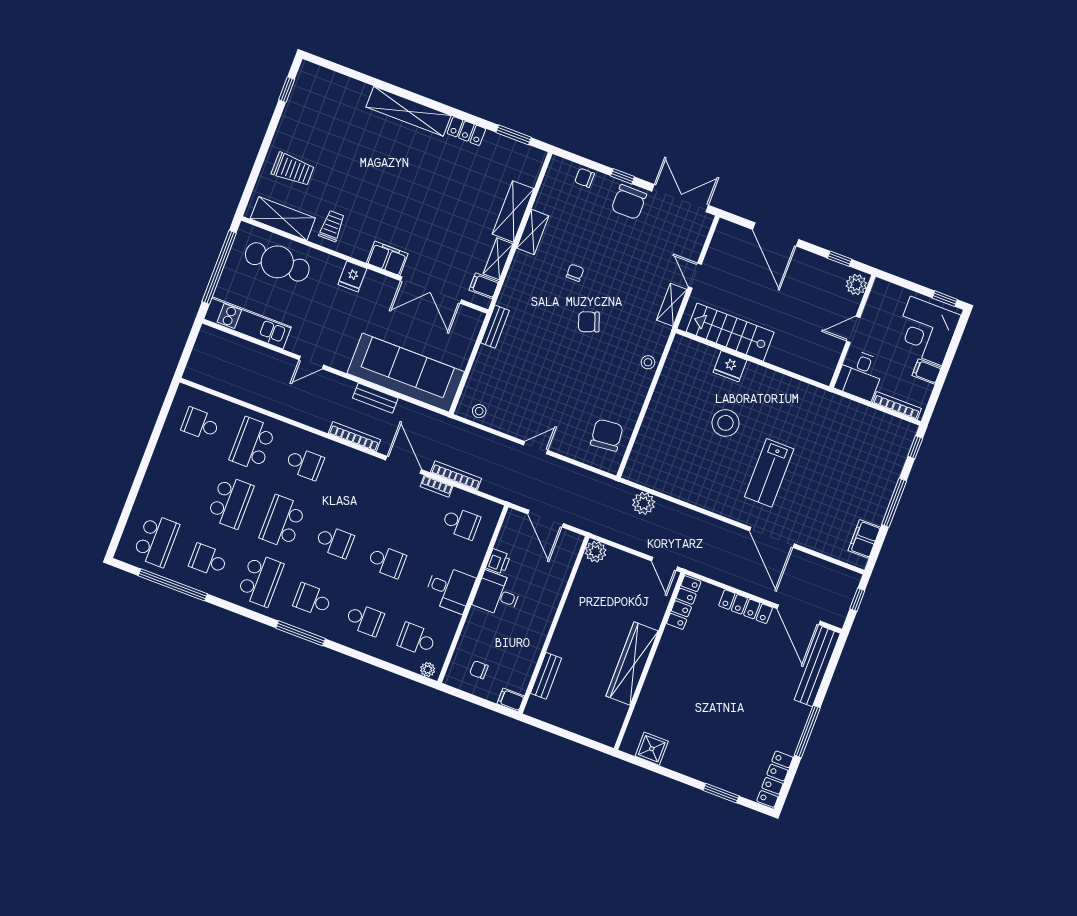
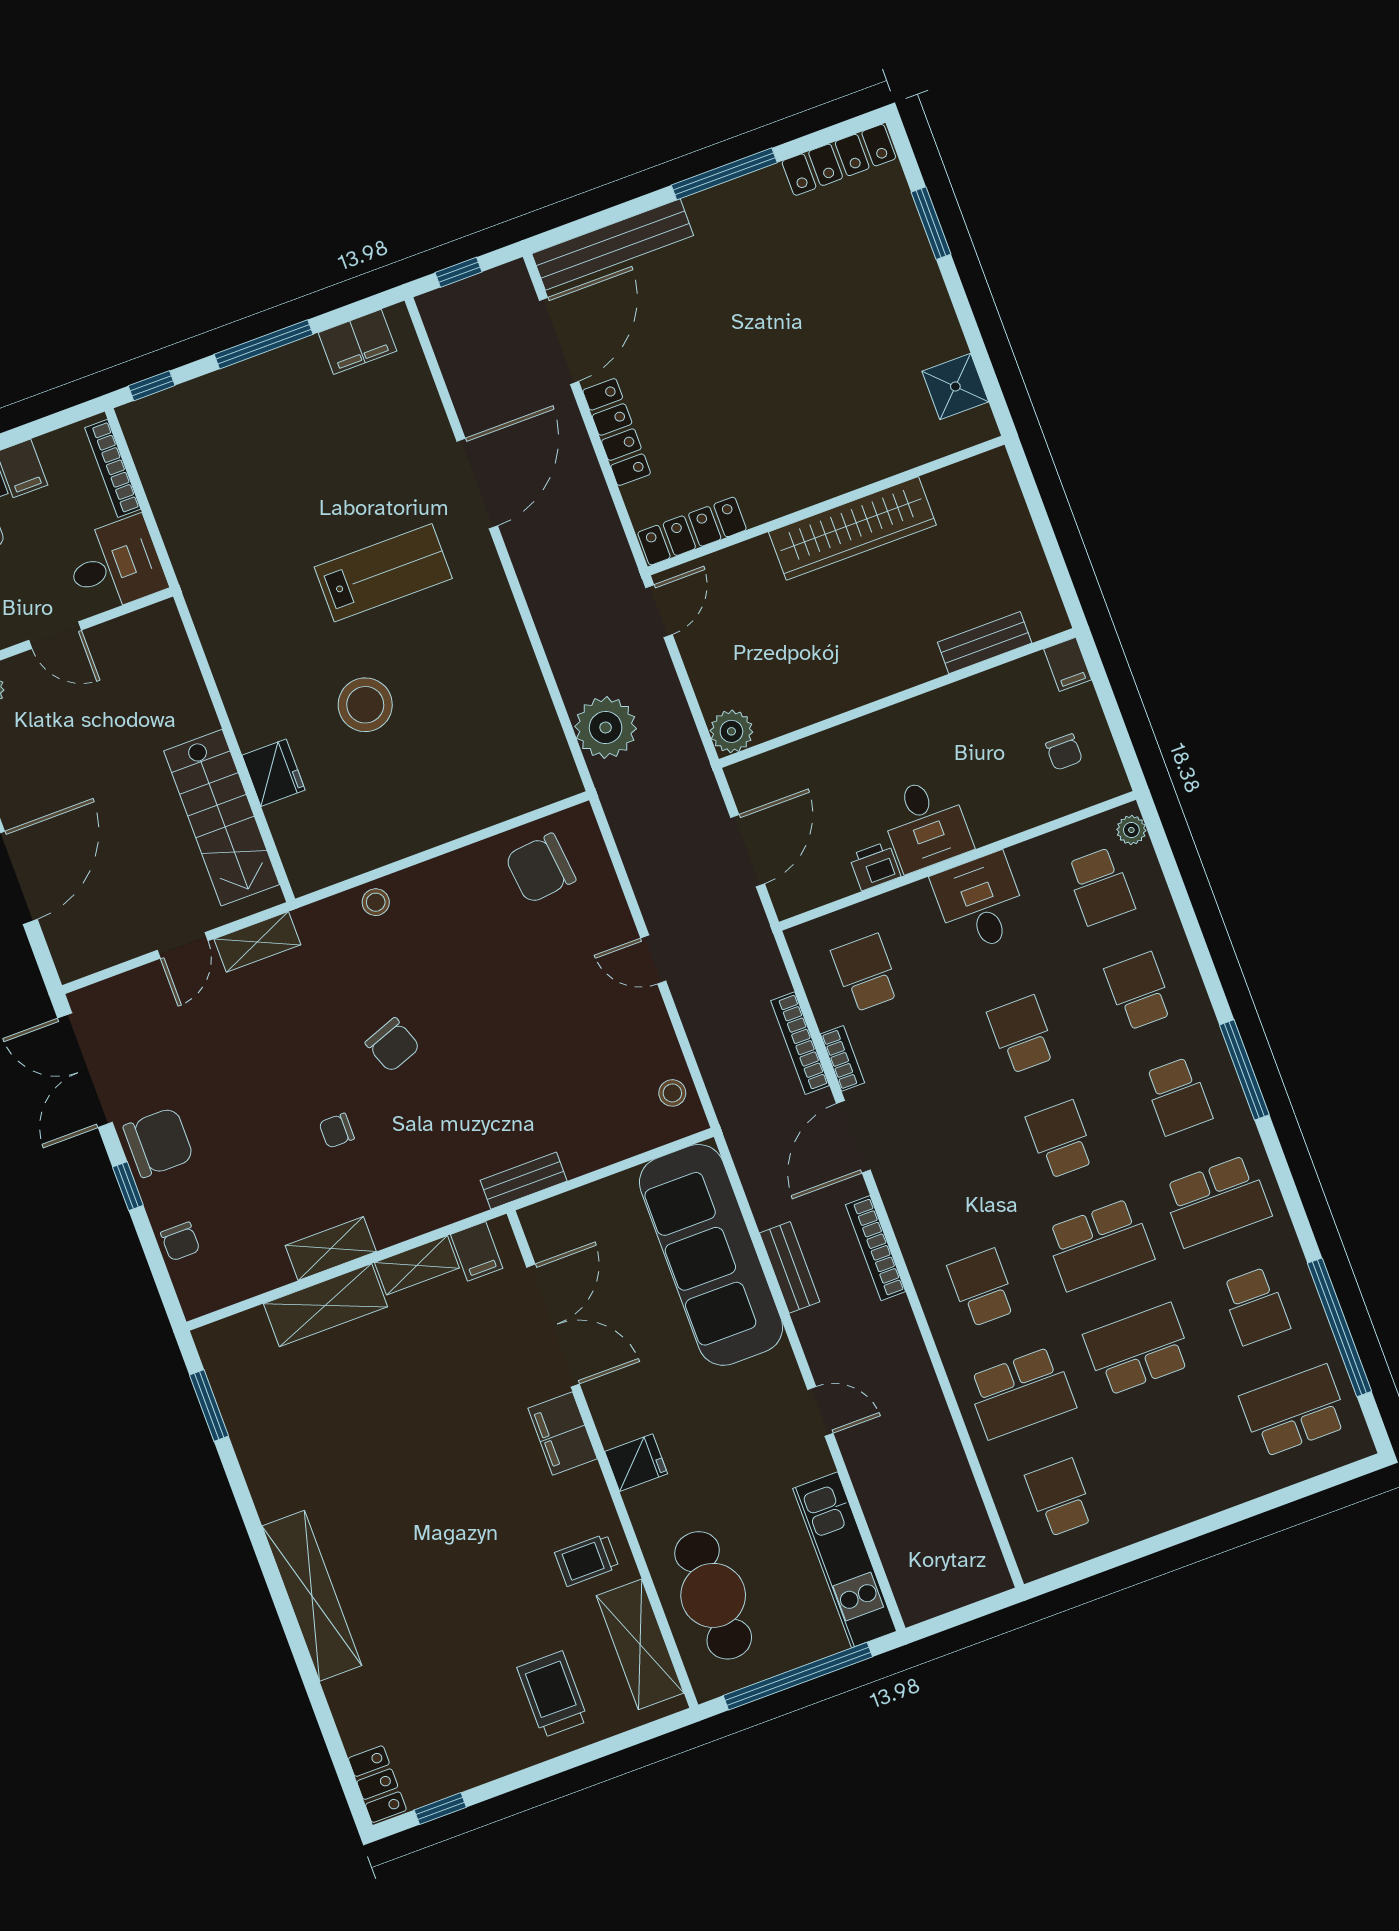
locker: (466, 131) -> (377, 1784), moved
school desk: (200, 424) -> (1060, 1498), turned 180
plant: (644, 503) -> (606, 727), width x1.36, depth x1.36
school desk: (260, 580) -> (1217, 1201), turned 180

